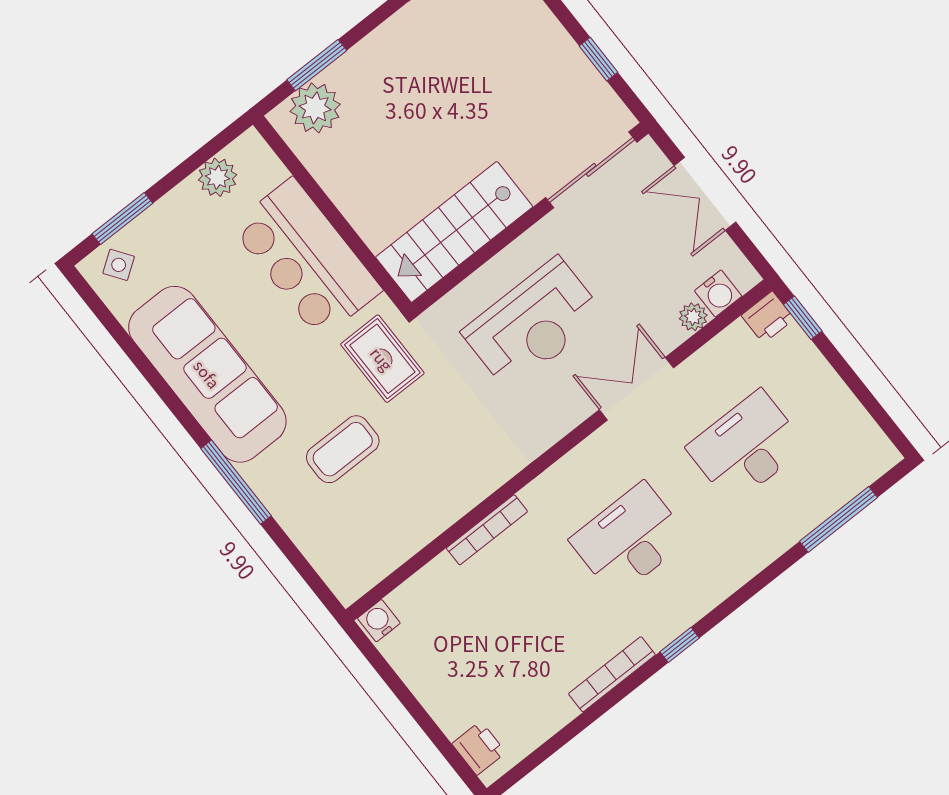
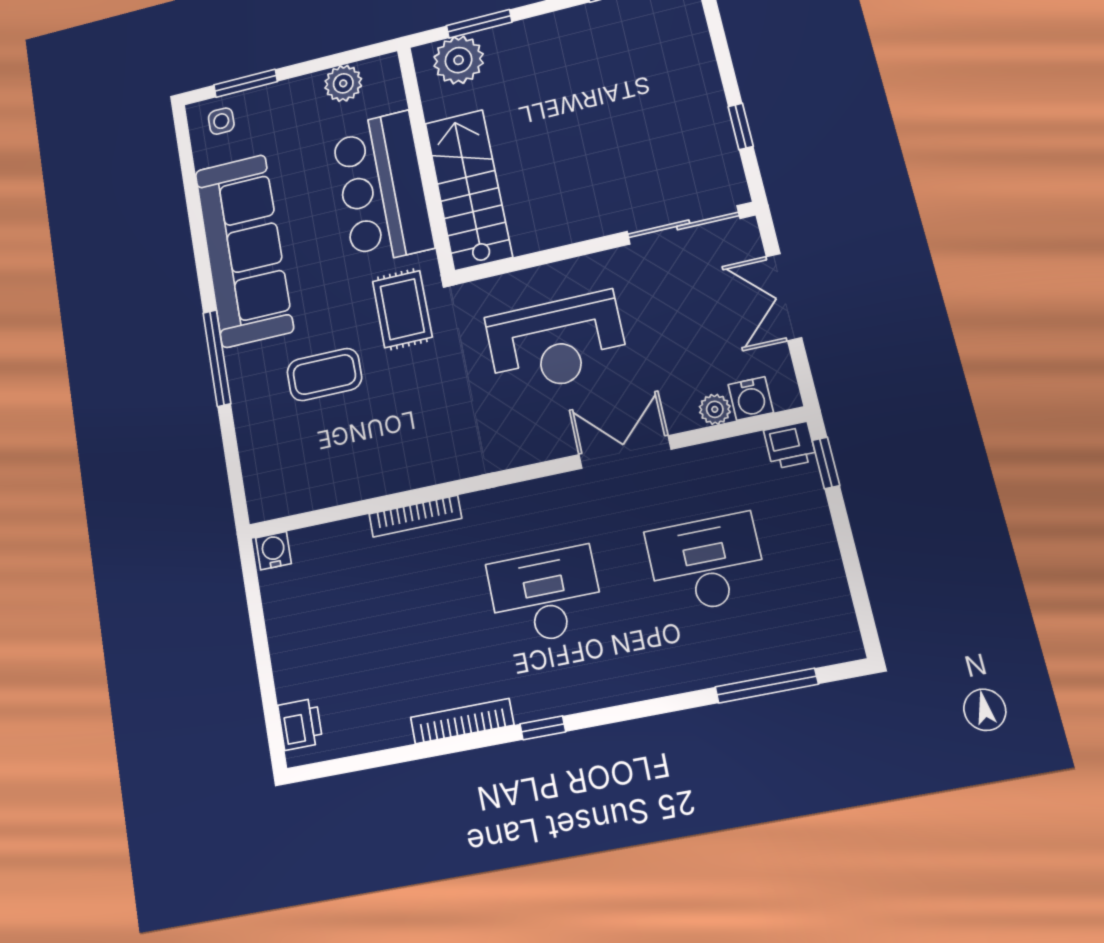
stairs: (454, 232) -> (468, 190), moved, turned 90
side table: (119, 265) -> (221, 121), turned 35

